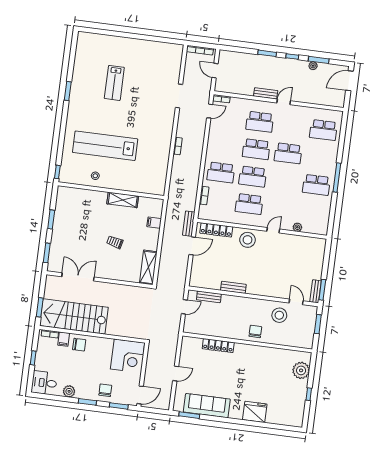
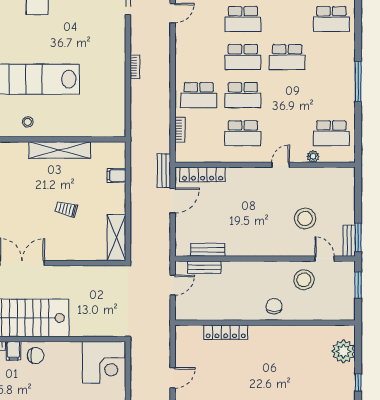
school desk: (316, 185) -> (331, 133), moved
shelving: (123, 200) -> (60, 150), width x1.47
stool: (248, 240) -> (305, 218), moved
bench: (233, 287) -> (208, 250), moved

